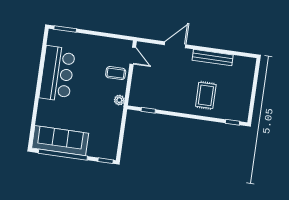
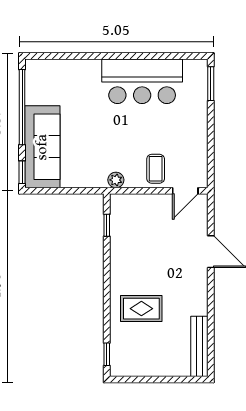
bench: (213, 58) -> (199, 346), moved
sofa: (60, 141) -> (42, 147), moved

